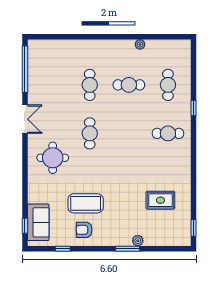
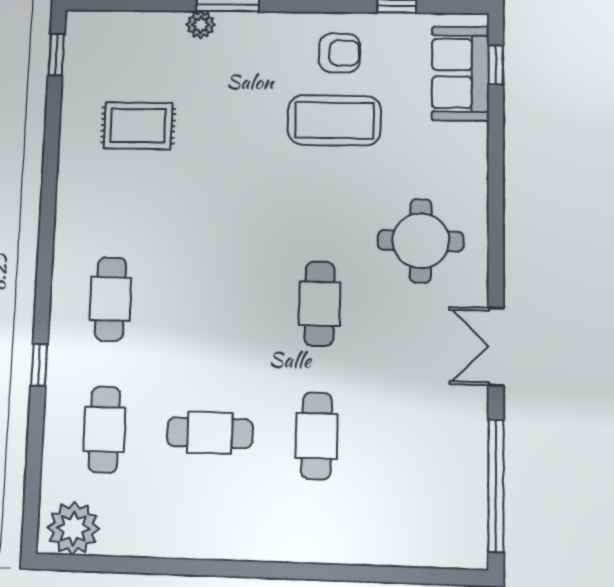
plant: (140, 44) -> (73, 528), moved, width x1.87, depth x1.87
cafe table: (168, 133) -> (110, 299), turned 90

